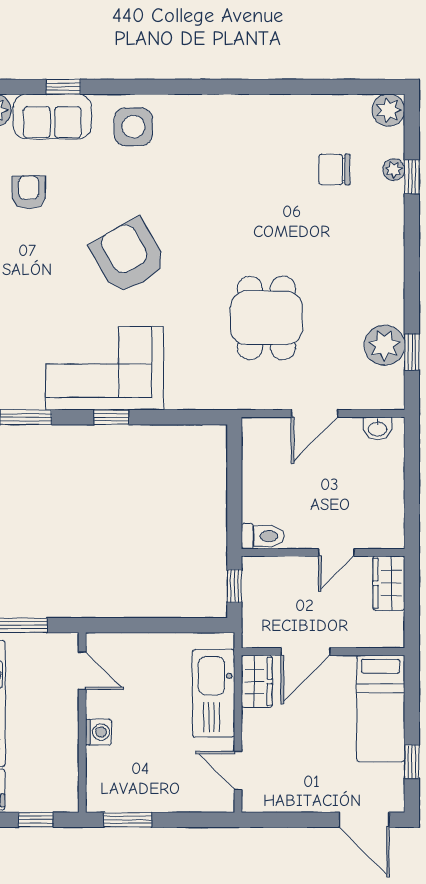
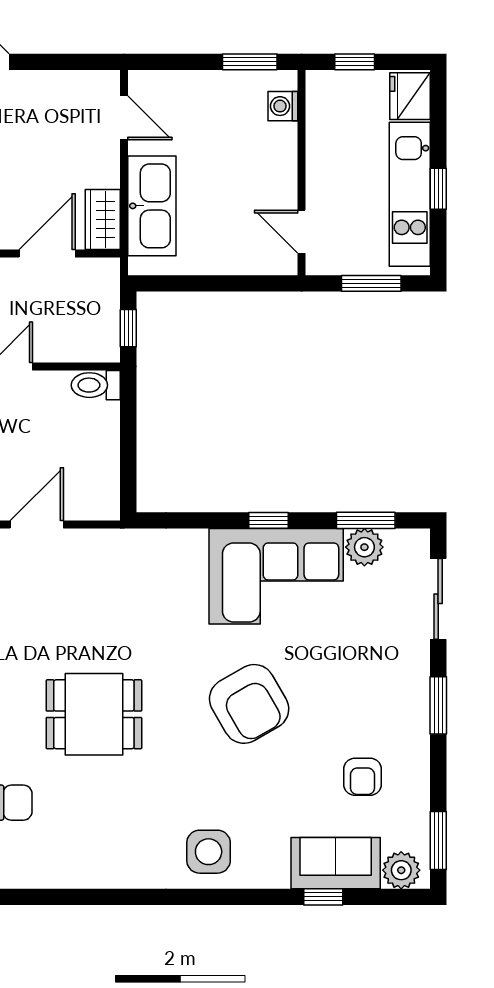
side table: (133, 127) -> (209, 852), moved
dining table: (266, 318) -> (94, 714), moved, turned 90
plant: (27, 394) -> (364, 547), added
washing machine: (99, 732) -> (283, 106), moved

